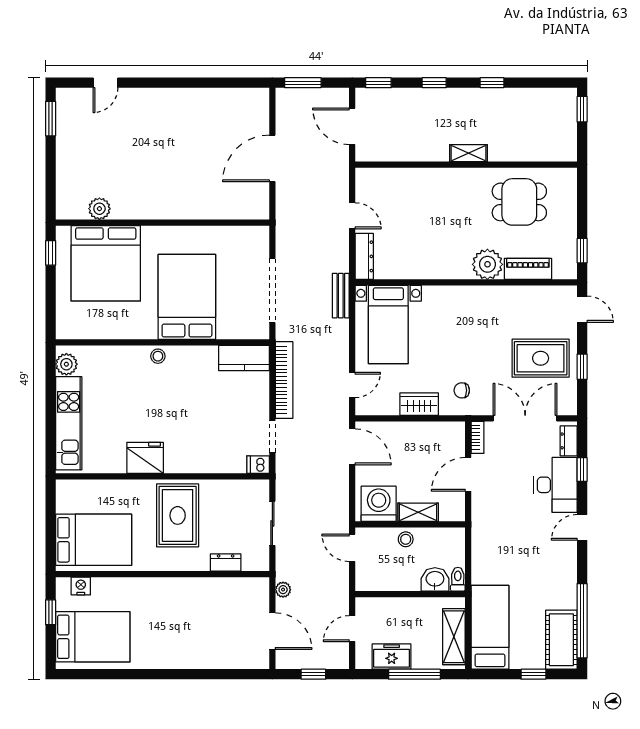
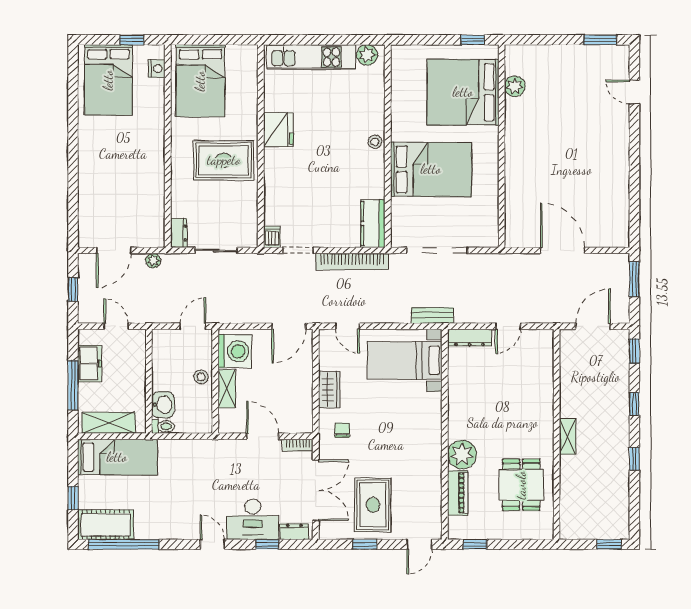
dresser: (226, 563) -> (179, 233), moved

